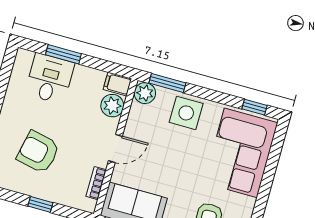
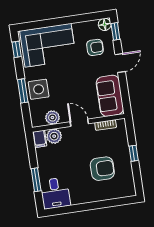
desk: (50, 78) -> (55, 193), moved, turned -90
window: (167, 83) -> (23, 91), moved
plant: (145, 93) -> (52, 118), moved
armchair: (38, 152) -> (102, 169), turned -102

